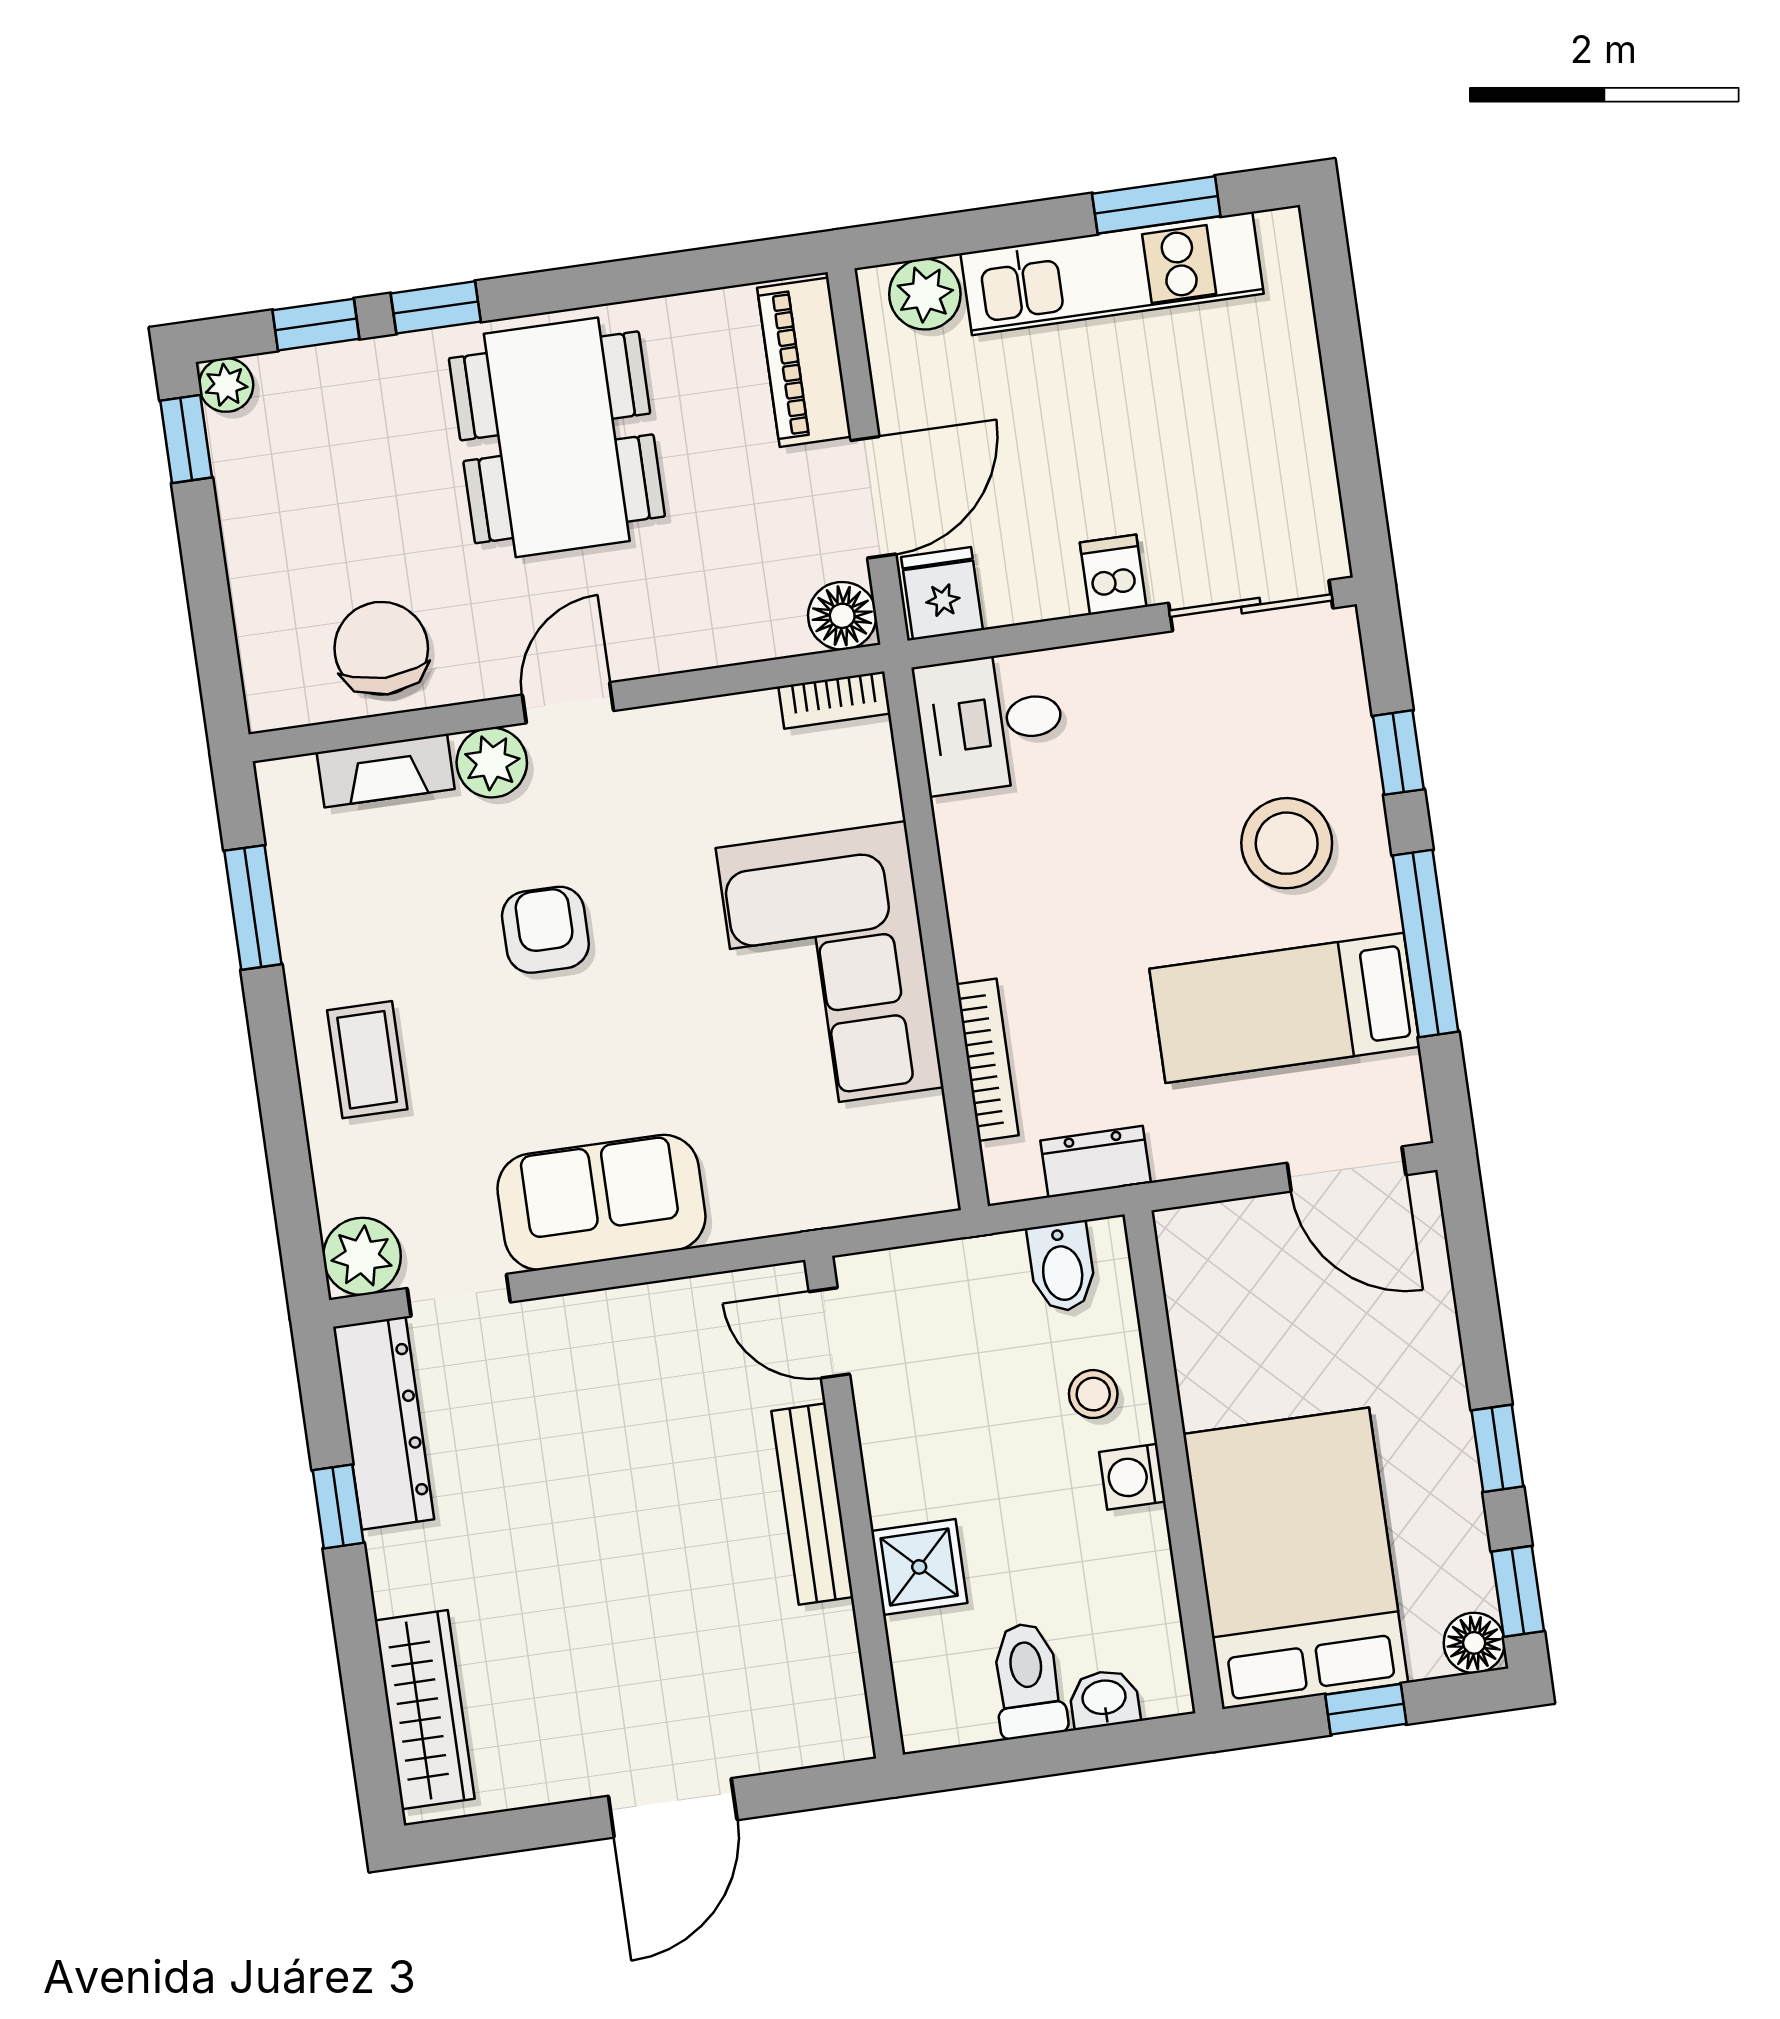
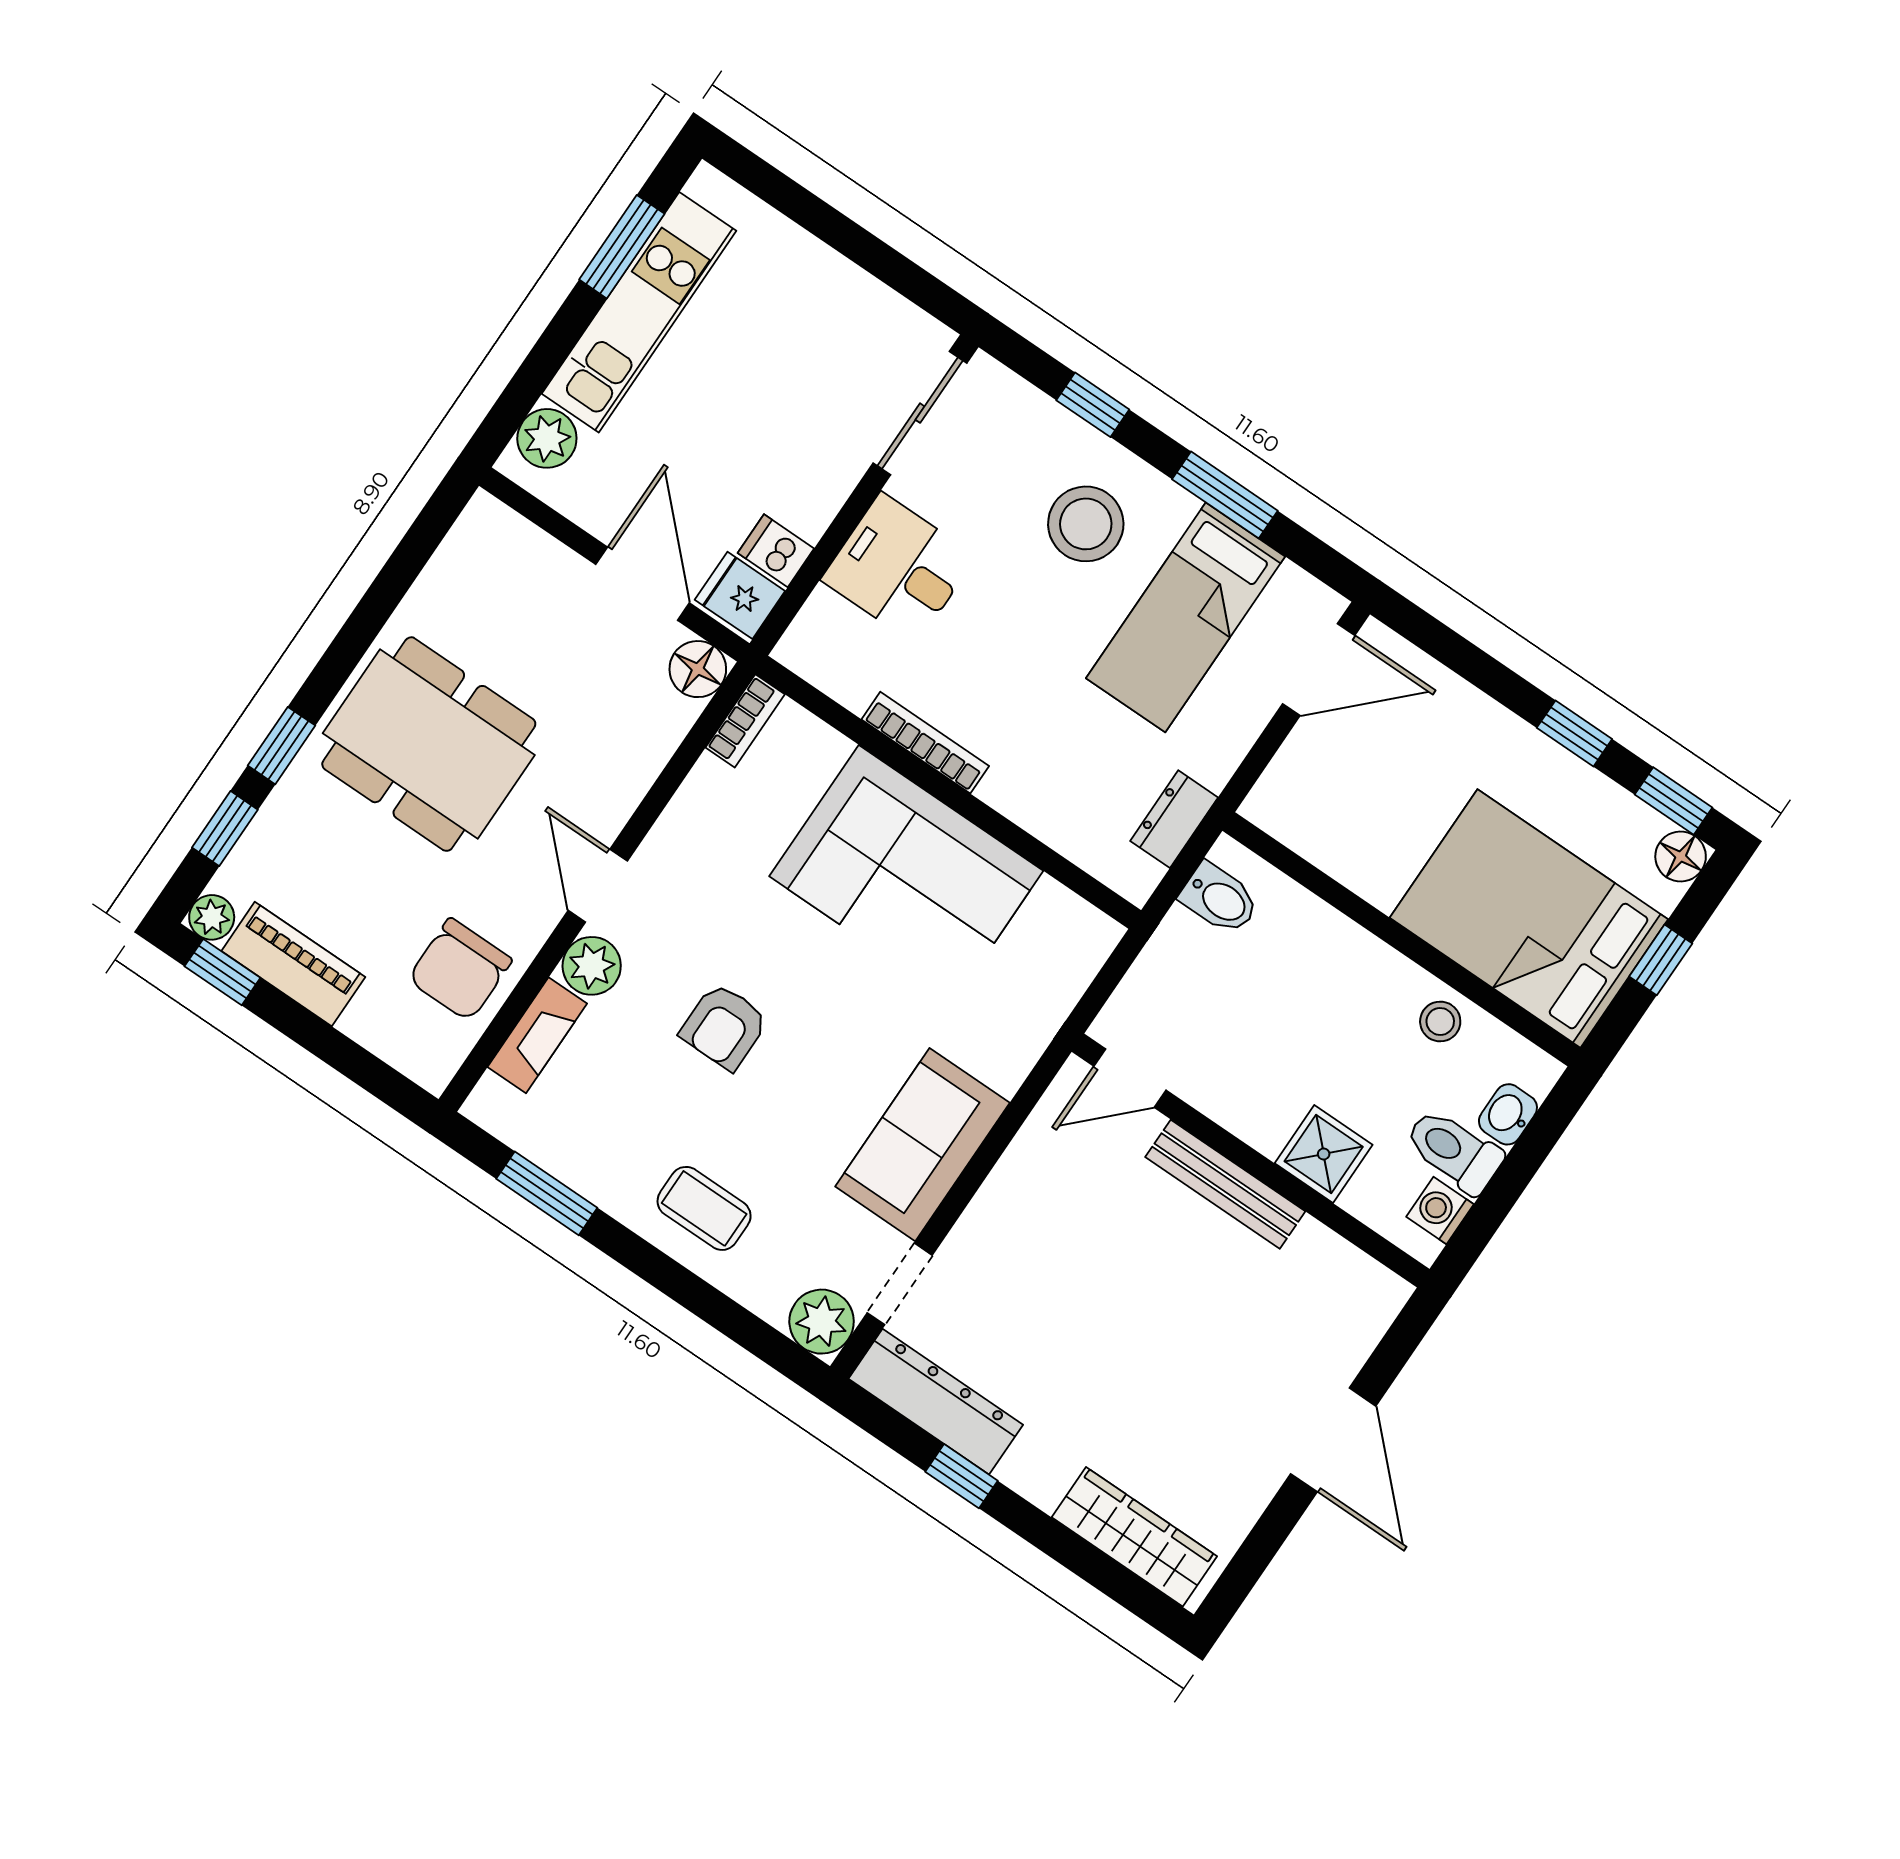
piano: (804, 362) -> (293, 964), moved, turned 180
dishwasher: (1113, 575) -> (776, 551), moved
chair: (381, 648) -> (460, 970), turned -90
desk: (990, 722) -> (899, 568), moved, turned 90
armchair: (545, 930) -> (724, 1027), turned -90
window: (1426, 943) -> (1225, 495), width x0.69
bookcase: (987, 1060) -> (925, 743), moved
stool: (1093, 1394) -> (1440, 1021), moved
washing machine: (1132, 1477) -> (1440, 1210), moved, turned 90

